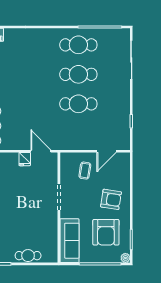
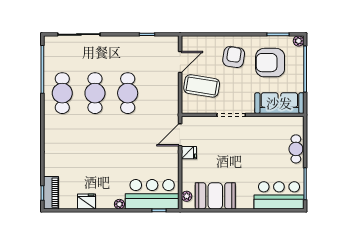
door: (106, 151) -> (180, 62), hinge flipped
coffee table: (85, 171) -> (202, 86), width x1.86, depth x1.72
armchair: (106, 232) -> (270, 63), turned 180

